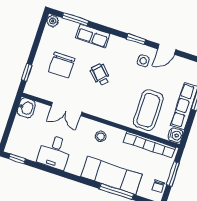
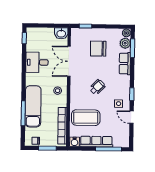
plant: (66, 27) -> (125, 43), added
wheelchair: (100, 75) -> (97, 87), moved
double door: (66, 109) -> (69, 61), width x1.37

